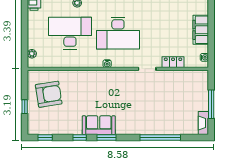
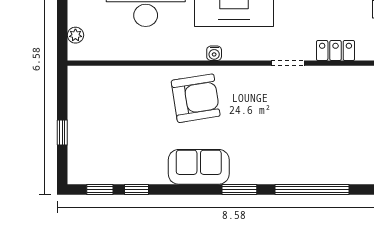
armchair: (49, 94) -> (196, 98), moved
window: (80, 138) -> (137, 190), moved
window: (107, 138) -> (239, 190), moved

